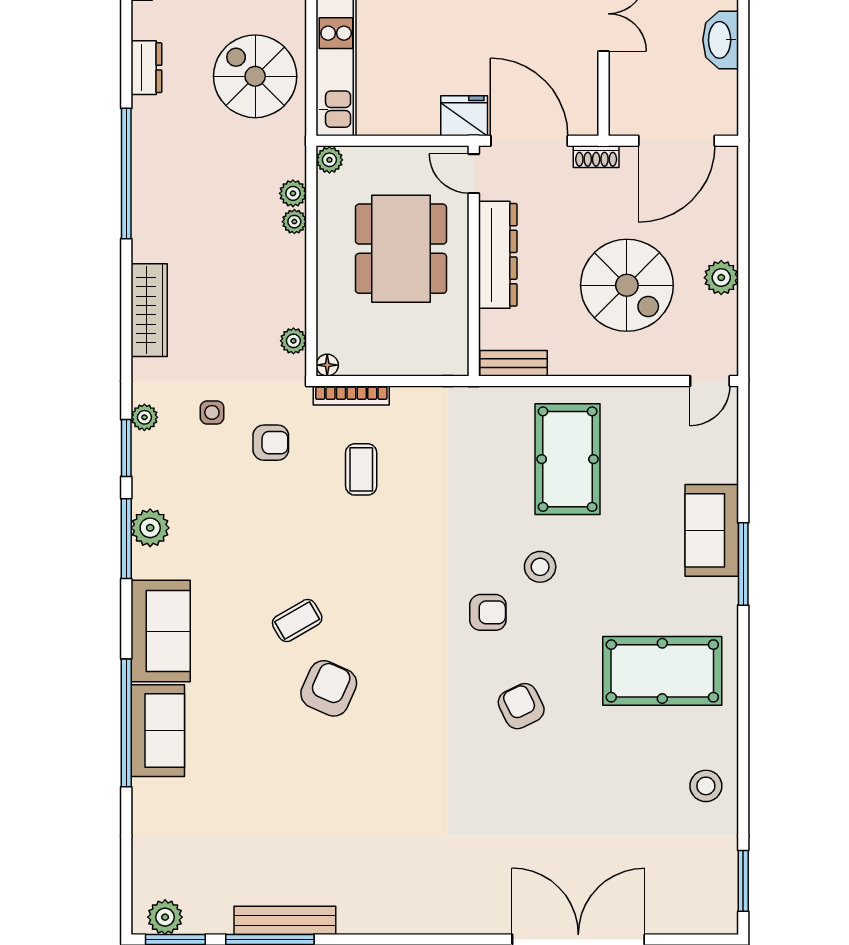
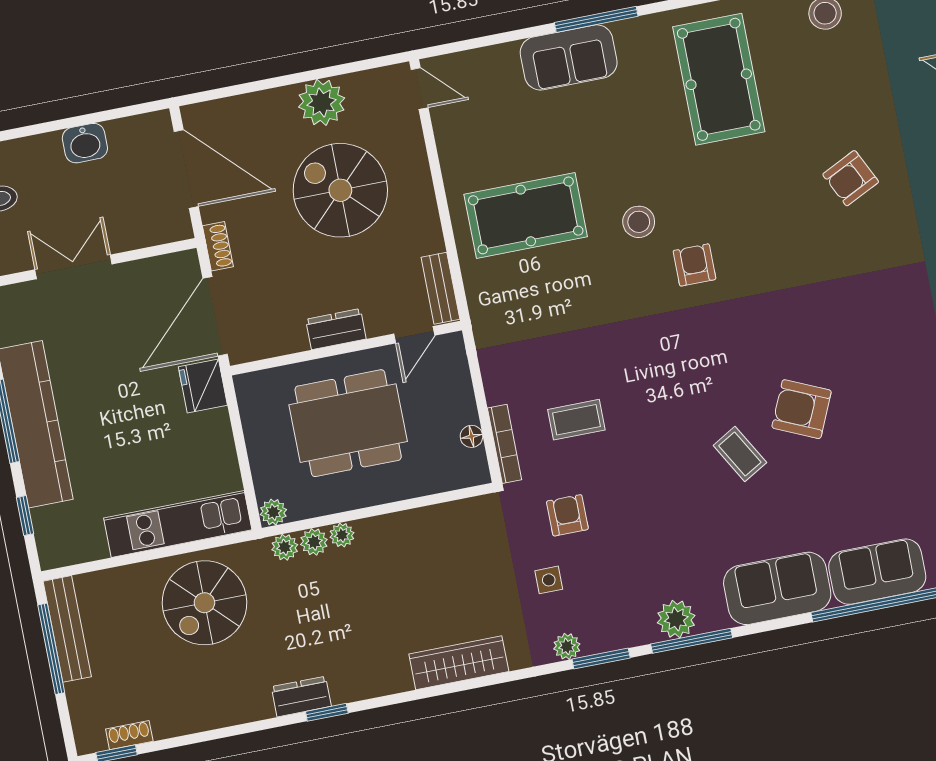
washbasin: (721, 40) -> (85, 143), width x0.72
dresser: (146, 68) -> (301, 696), moved
window: (126, 173) -> (327, 712), width x0.32
door: (474, 174) -> (414, 335), moved
dresser: (498, 255) -> (336, 329), width x0.51, depth x0.80
plant: (721, 278) -> (322, 102), width x1.36, depth x1.36
spiral stairs: (627, 285) -> (340, 190), turned -90
plant: (293, 341) -> (285, 547), moved
floor lamp: (327, 365) -> (471, 436), moved
armchair: (521, 706) -> (851, 178), moved

